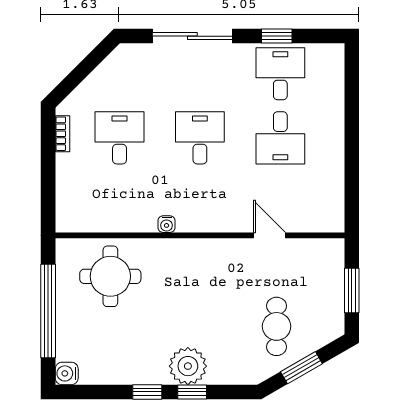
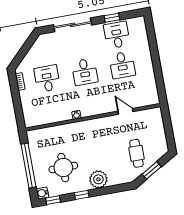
desk: (200, 138) -> (85, 72), turned 180
round table: (110, 276) -> (63, 168), moved
window: (352, 291) -> (168, 130), removed
window: (192, 392) -> (53, 200), moved

